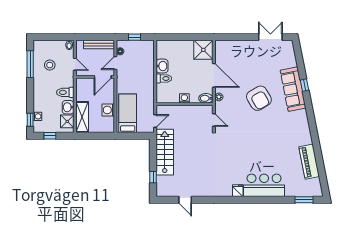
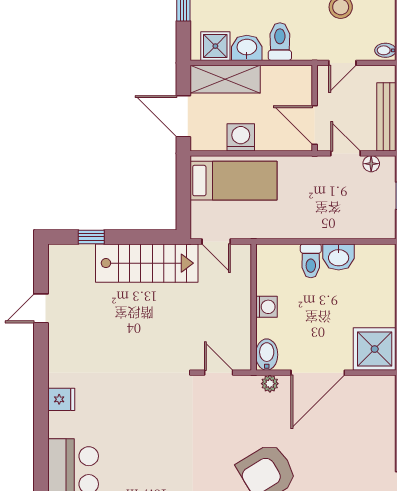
door: (214, 120) -> (219, 373), swing flipped
door: (99, 136) -> (183, 116), added
fridge: (238, 191) -> (61, 399), moved

